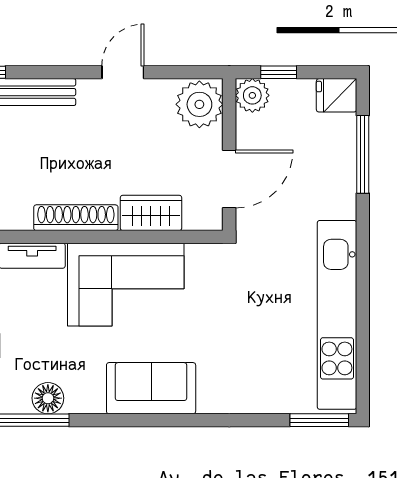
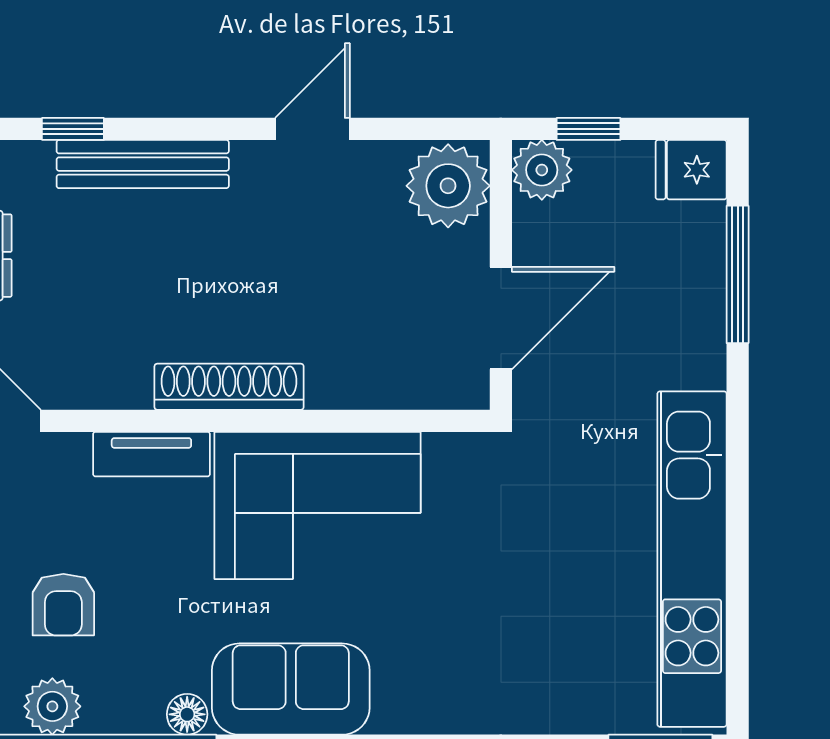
wardrobe: (151, 213) -> (362, 378), removed
sofa: (151, 388) -> (291, 689), moved
floor lamp: (48, 398) -> (187, 714), width x0.73, depth x0.73

